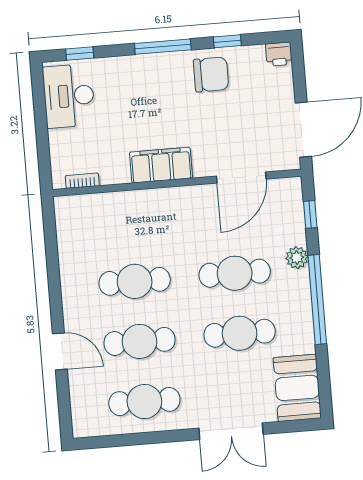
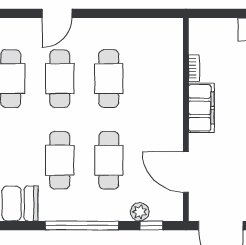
bookcase: (82, 181) -> (194, 68), moved
plant: (297, 258) -> (140, 212), moved

